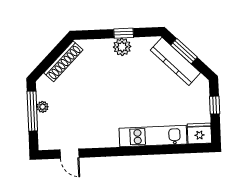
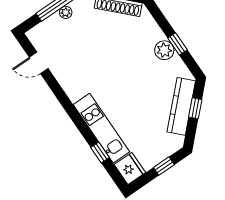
window: (184, 51) -> (195, 108), width x0.67
window: (172, 149) -> (100, 152), added
door: (70, 154) -> (39, 63), hinge flipped

